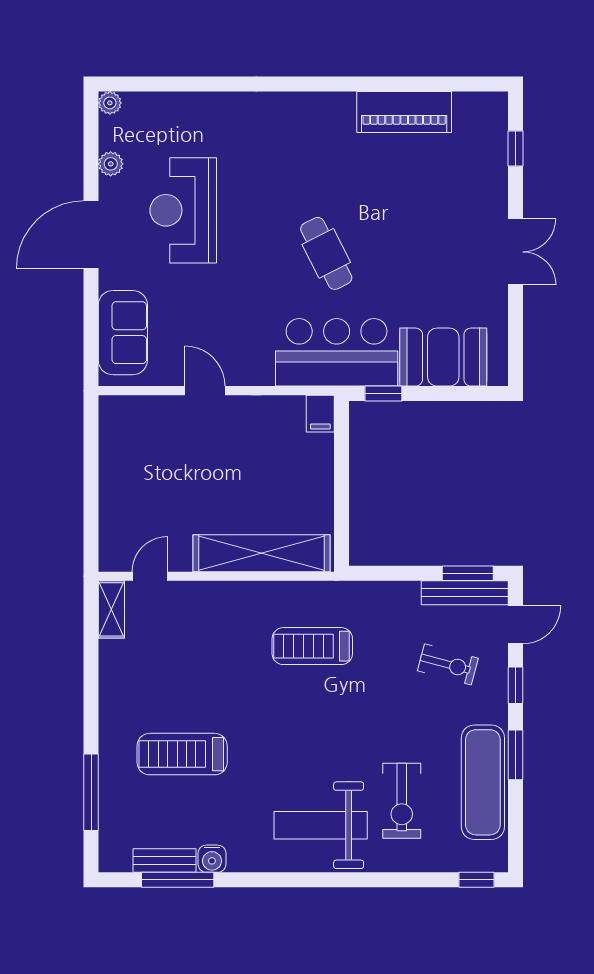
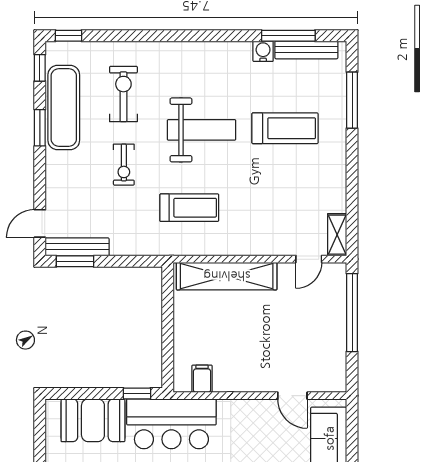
door: (205, 391) -> (292, 396), moved
filing cabinet: (320, 414) -> (202, 379), moved
window: (91, 504) -> (352, 313), added
exercise bike: (448, 664) -> (124, 165), moved, turned -105
window: (515, 685) -> (40, 68), moved
weight bench: (321, 825) -> (202, 130), moved
bench: (165, 861) -> (306, 50), width x1.36

